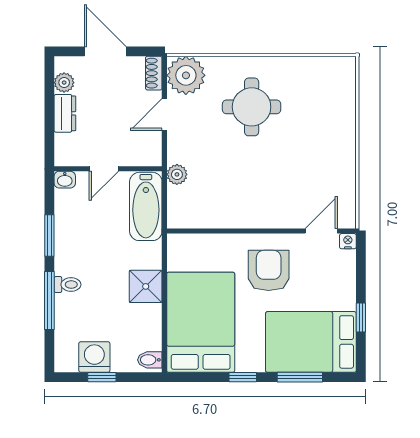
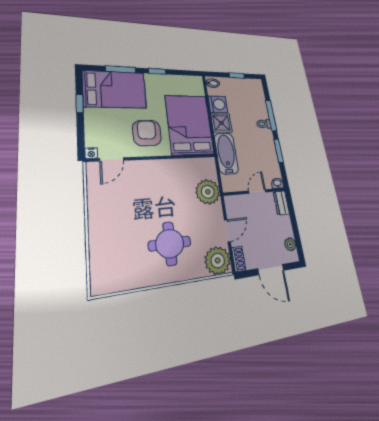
dresser: (65, 113) -> (281, 203), moved
plant: (177, 174) -> (208, 192), width x1.88, depth x1.88
bathtub: (146, 206) -> (226, 153), moved
armchair: (269, 270) -> (147, 133), turned 180
bed: (201, 322) -> (189, 125), moved, turned 180
washing machine: (94, 357) -> (218, 104), moved, turned -90

